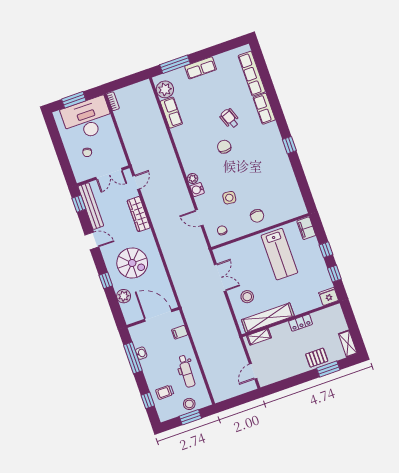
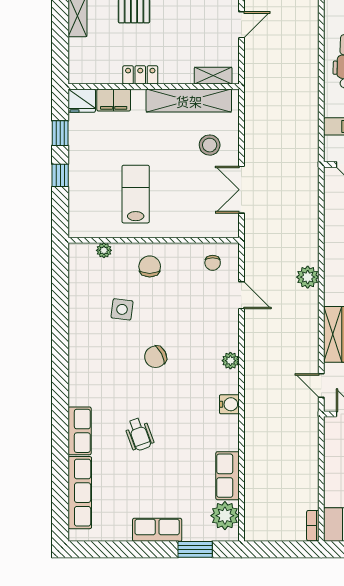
window: (175, 64) -> (195, 549), width x0.69
window: (289, 145) -> (60, 360), removed
chair: (224, 147) -> (156, 357), moved, turned 63
door: (136, 182) -> (321, 386), hinge flipped
water cooler: (197, 190) -> (229, 404), moved
side table: (229, 198) -> (122, 309), moved
plant: (286, 216) -> (104, 250), added
filing cabinet: (306, 228) -> (114, 100), moved, turned 90
plant: (165, 241) -> (308, 277), added
lab bench: (279, 254) -> (136, 194), width x0.73, depth x0.72

